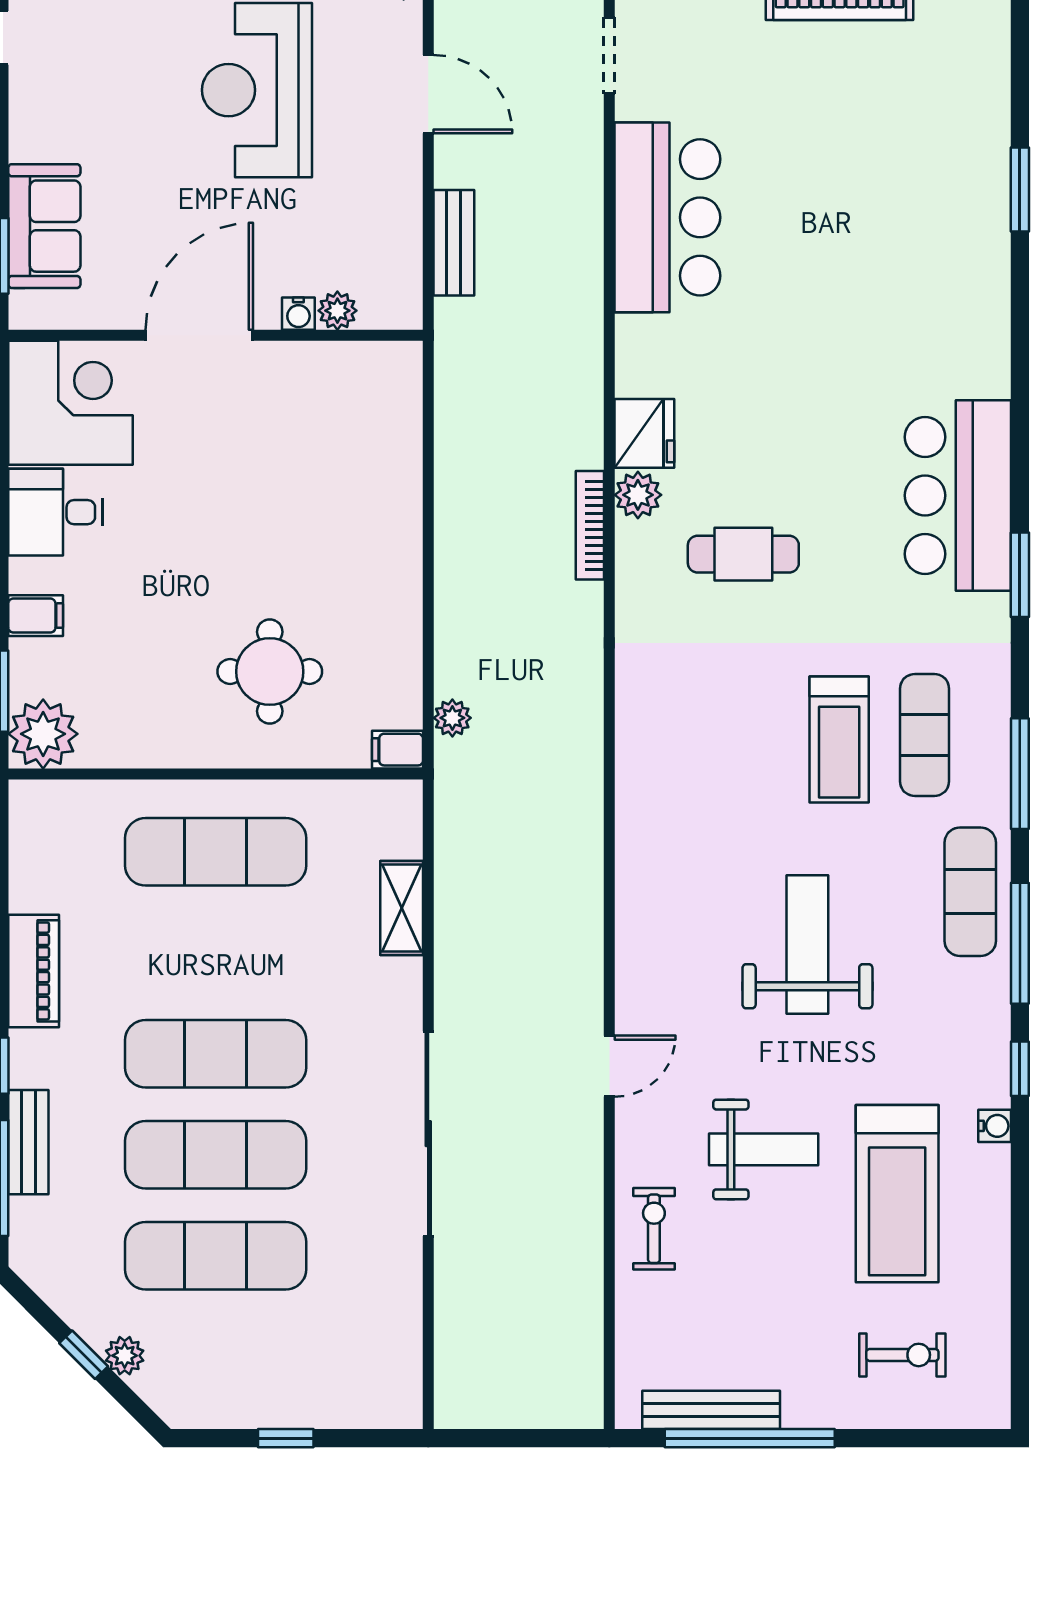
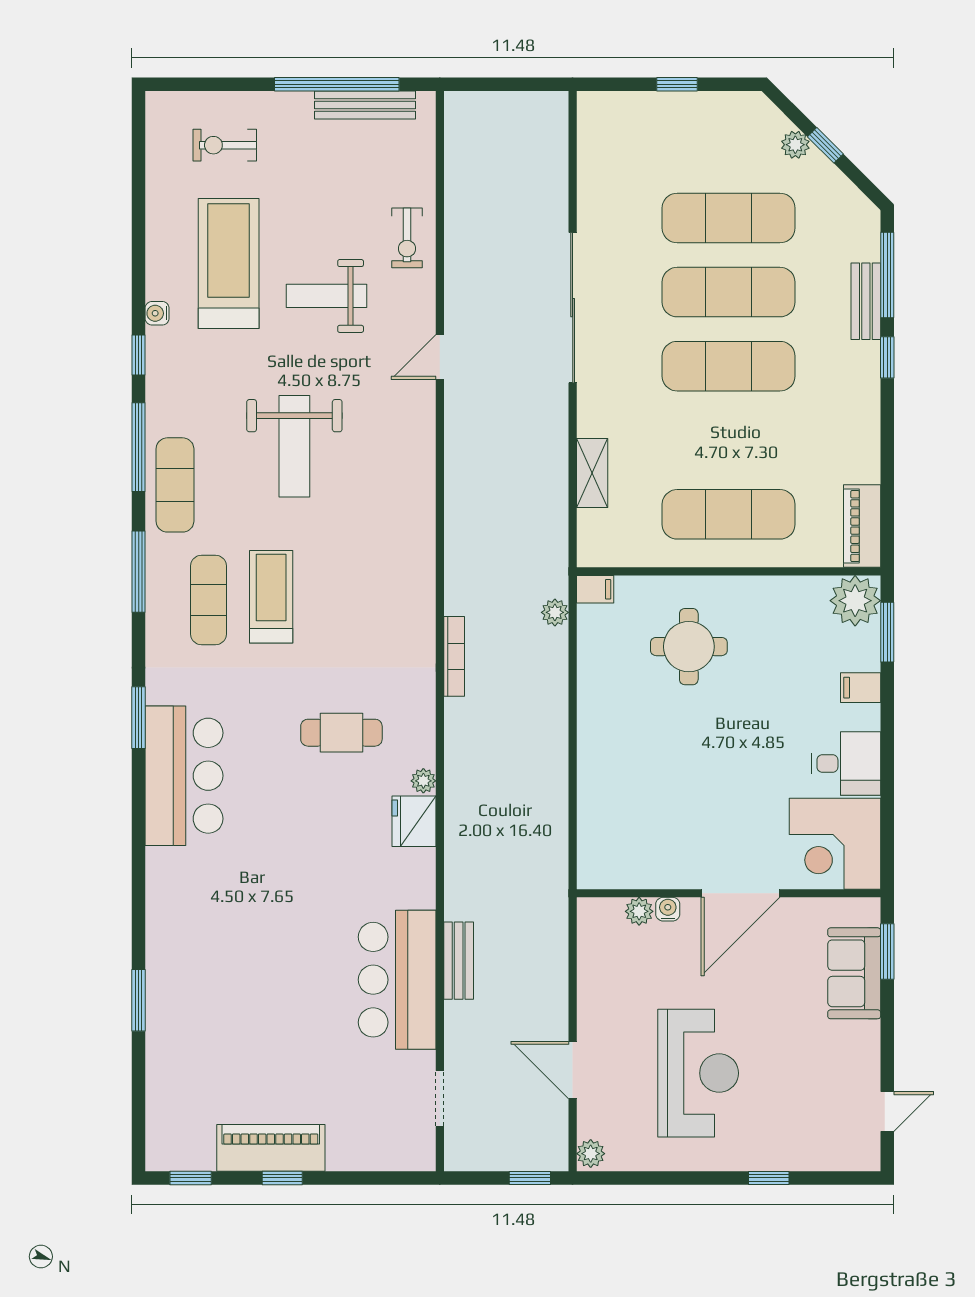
bench: (454, 243) -> (459, 961), moved
plant: (638, 495) -> (423, 781), width x0.73, depth x0.73
bookcase: (590, 525) -> (454, 656), moved
piano: (34, 971) -> (862, 526), moved

